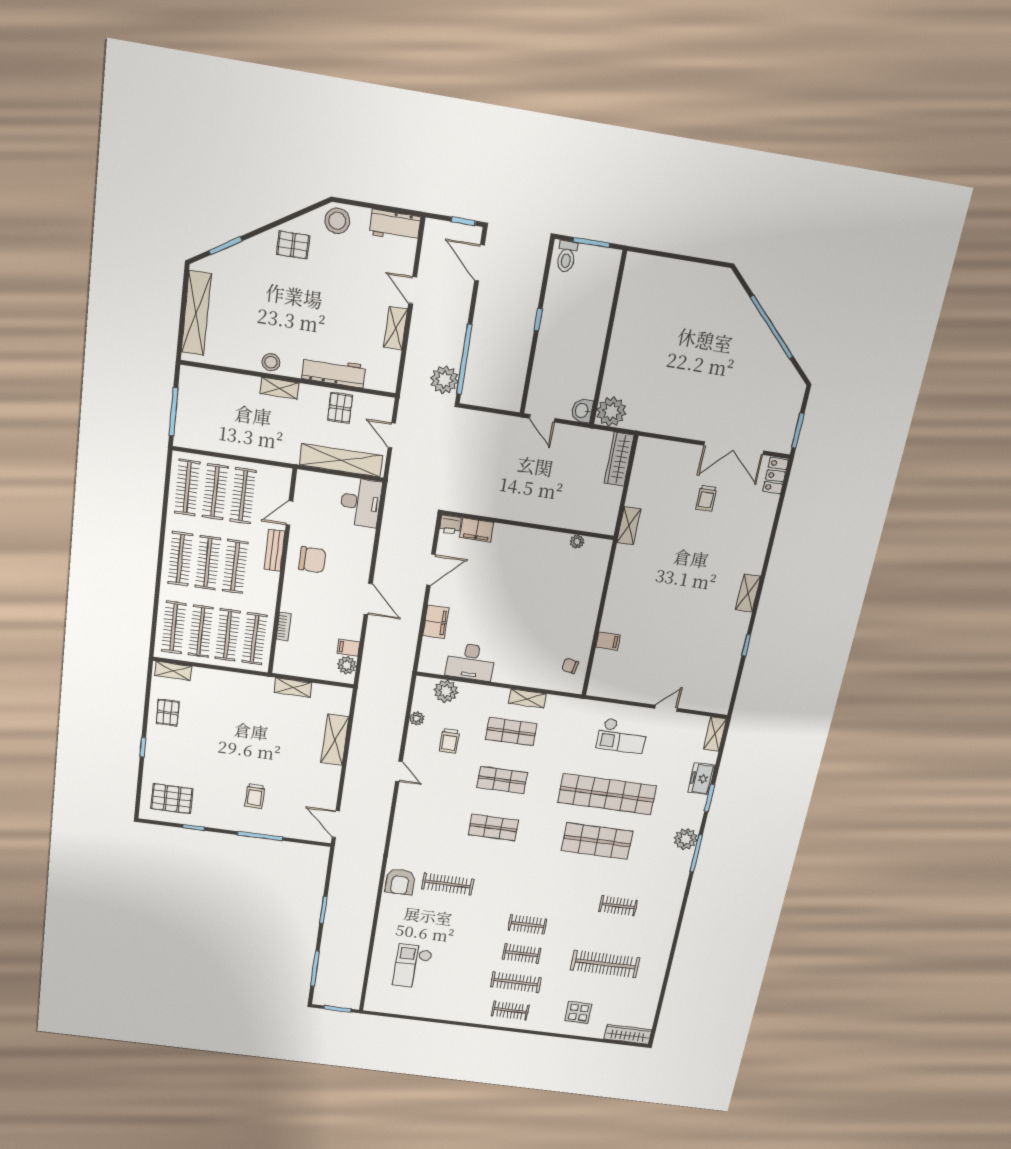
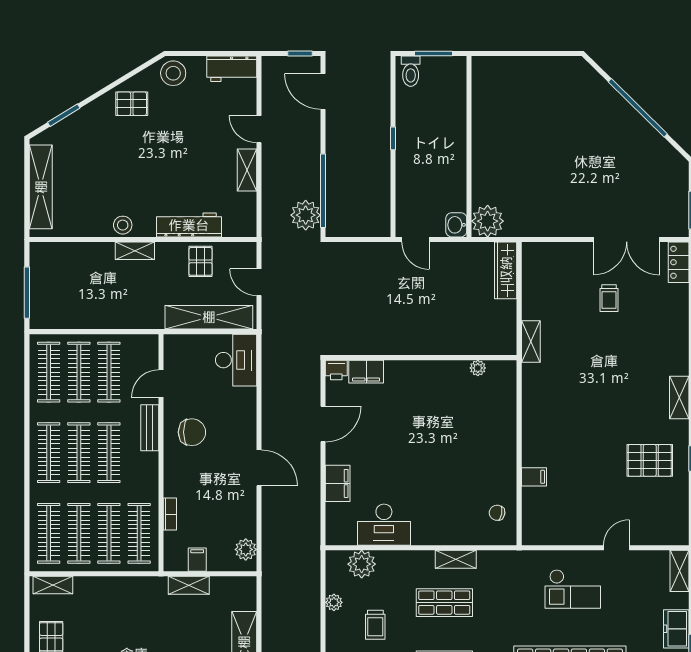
pallet: (710, 642) -> (650, 460), added
filing cabinet: (348, 648) -> (197, 560), moved, turned 90

